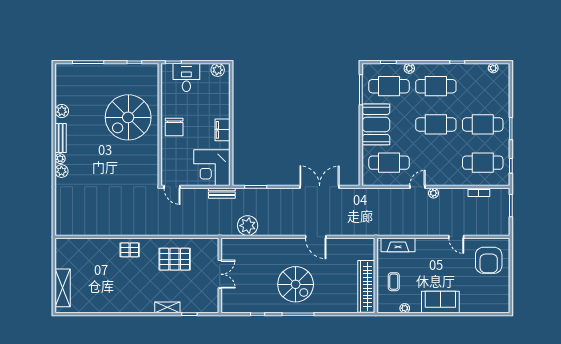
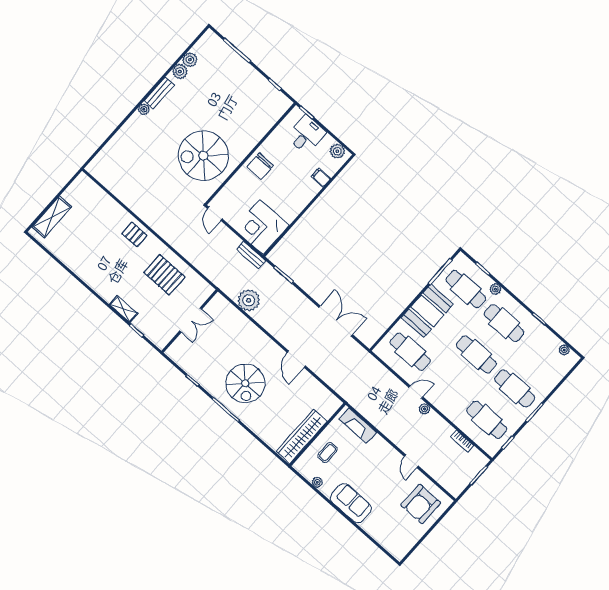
spiral stairs: (128, 117) -> (203, 156), moved
filing cabinet: (222, 130) -> (321, 178), moved, width x0.50
plant: (61, 171) -> (190, 60), moved

